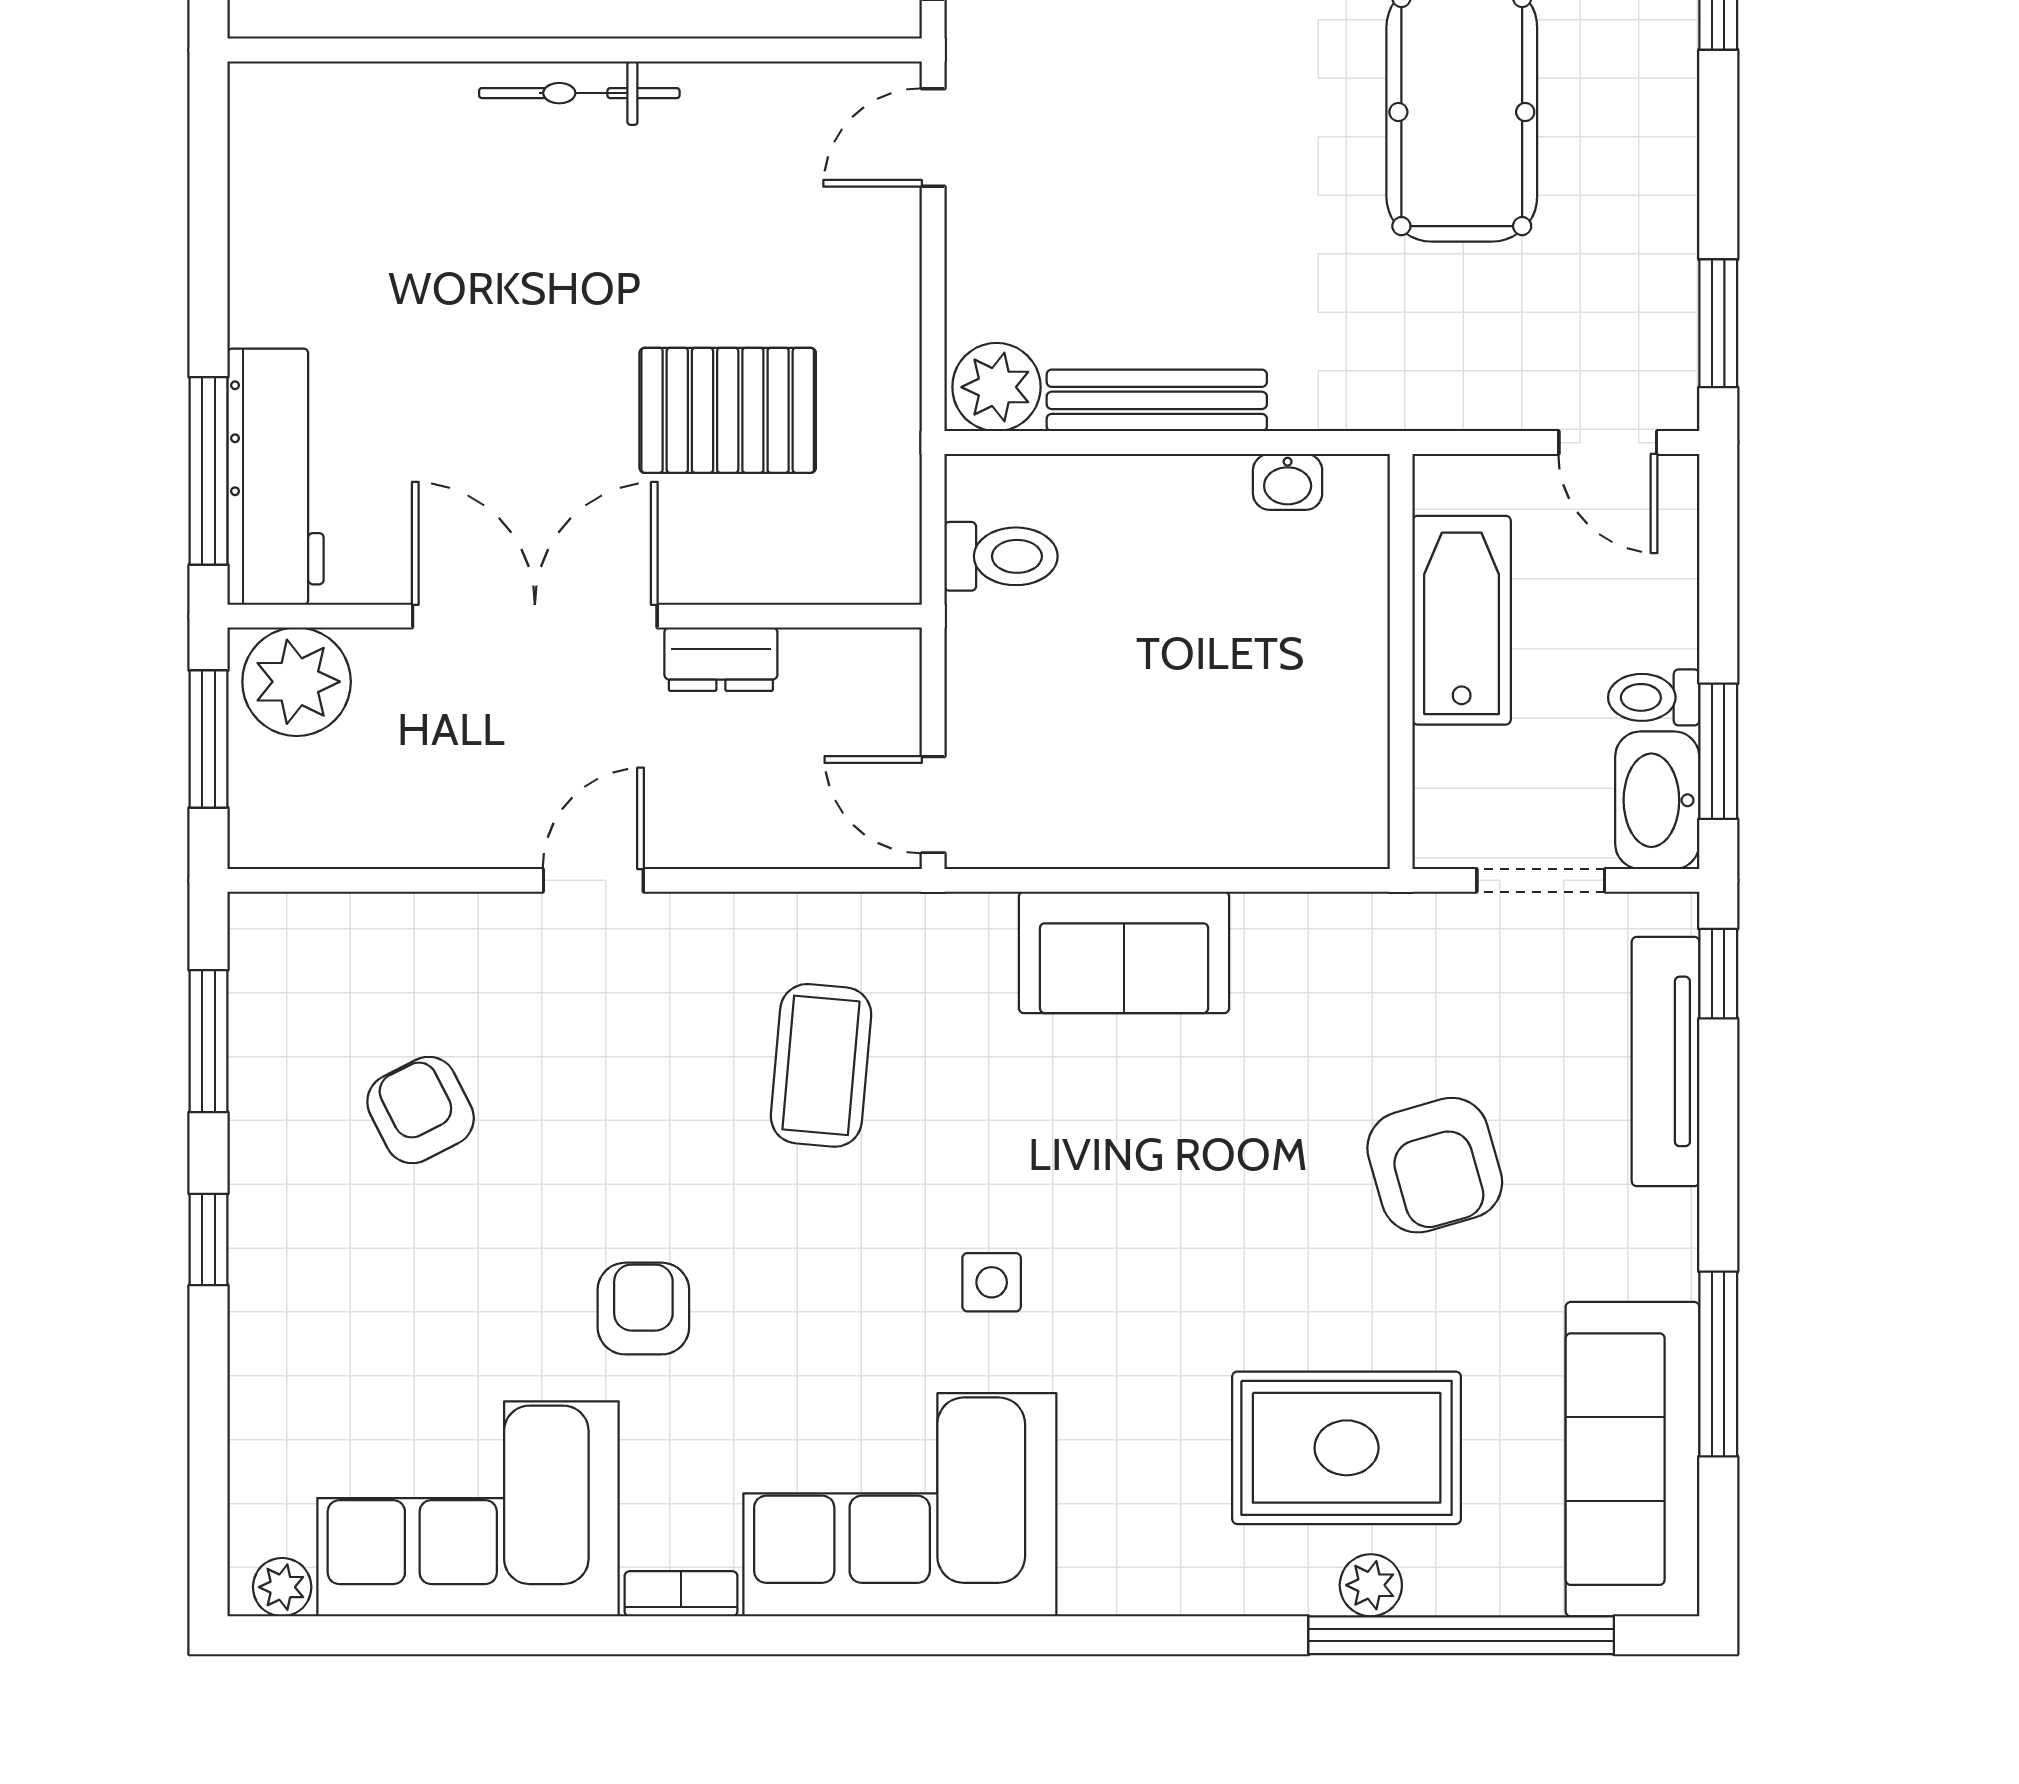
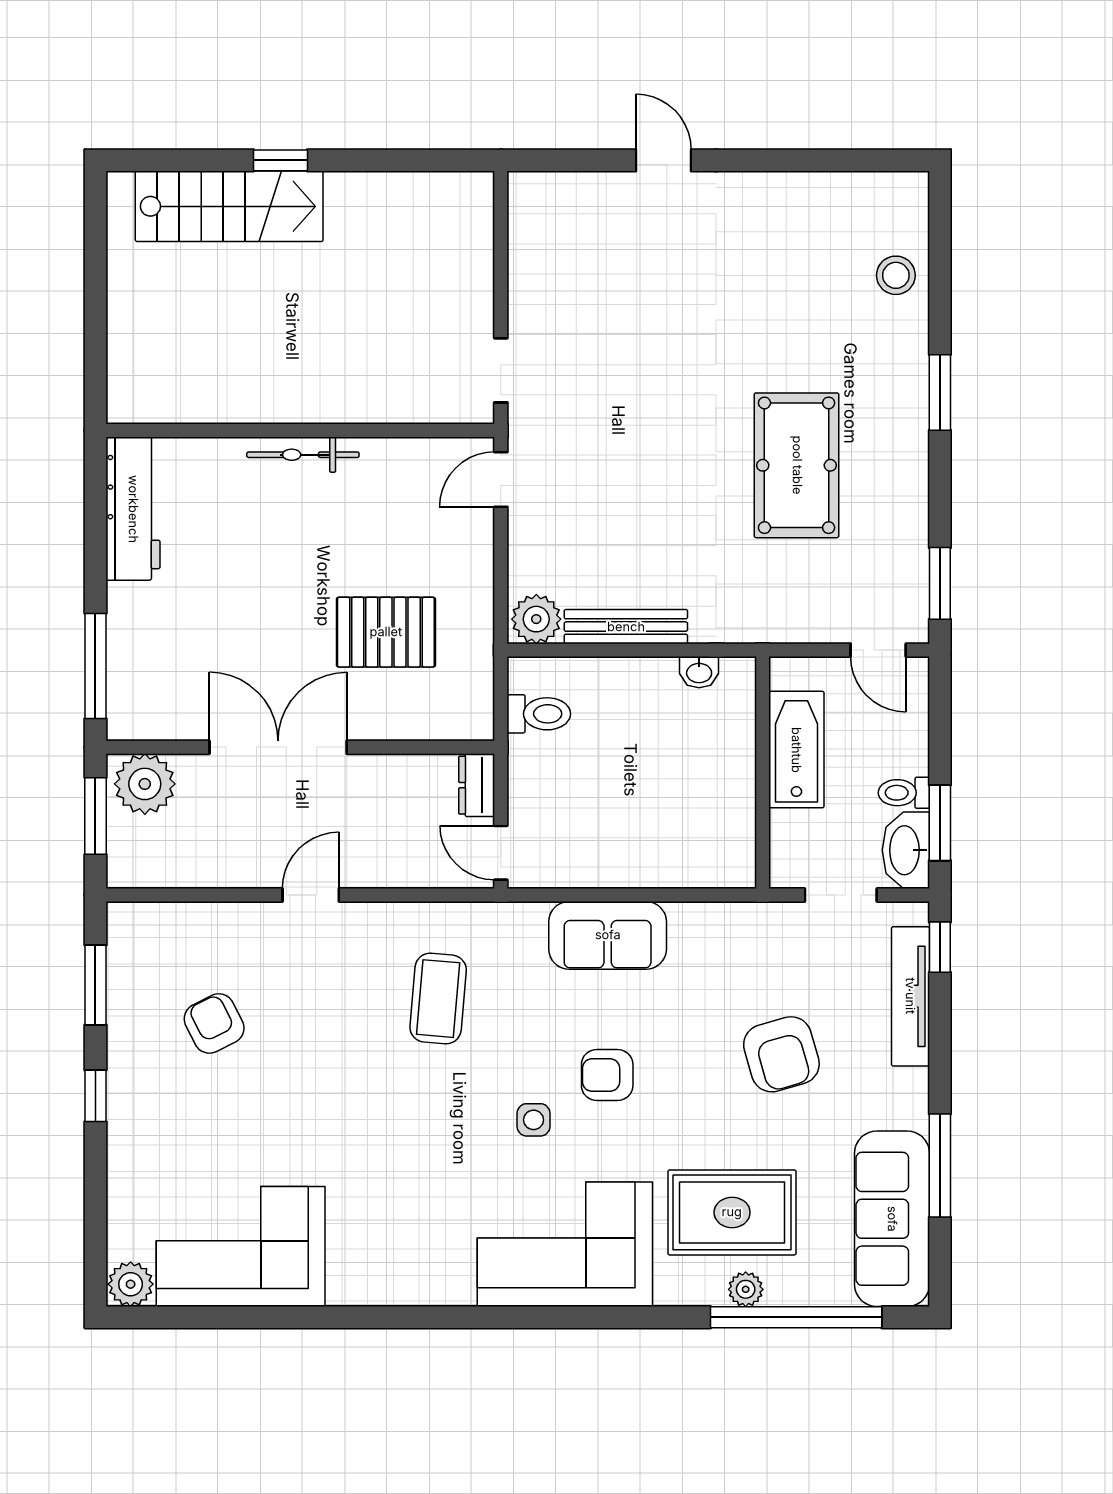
workbench: (275, 477) -> (133, 509), moved
dresser: (721, 659) -> (477, 785), moved, turned 90
armchair: (643, 1309) -> (607, 1075), moved, turned -90
corner sofa: (900, 1505) -> (565, 1244), moved
plant: (282, 1587) -> (131, 1284), width x1.38, depth x1.38
bookcase: (681, 1594) -> (360, 1294), removed

